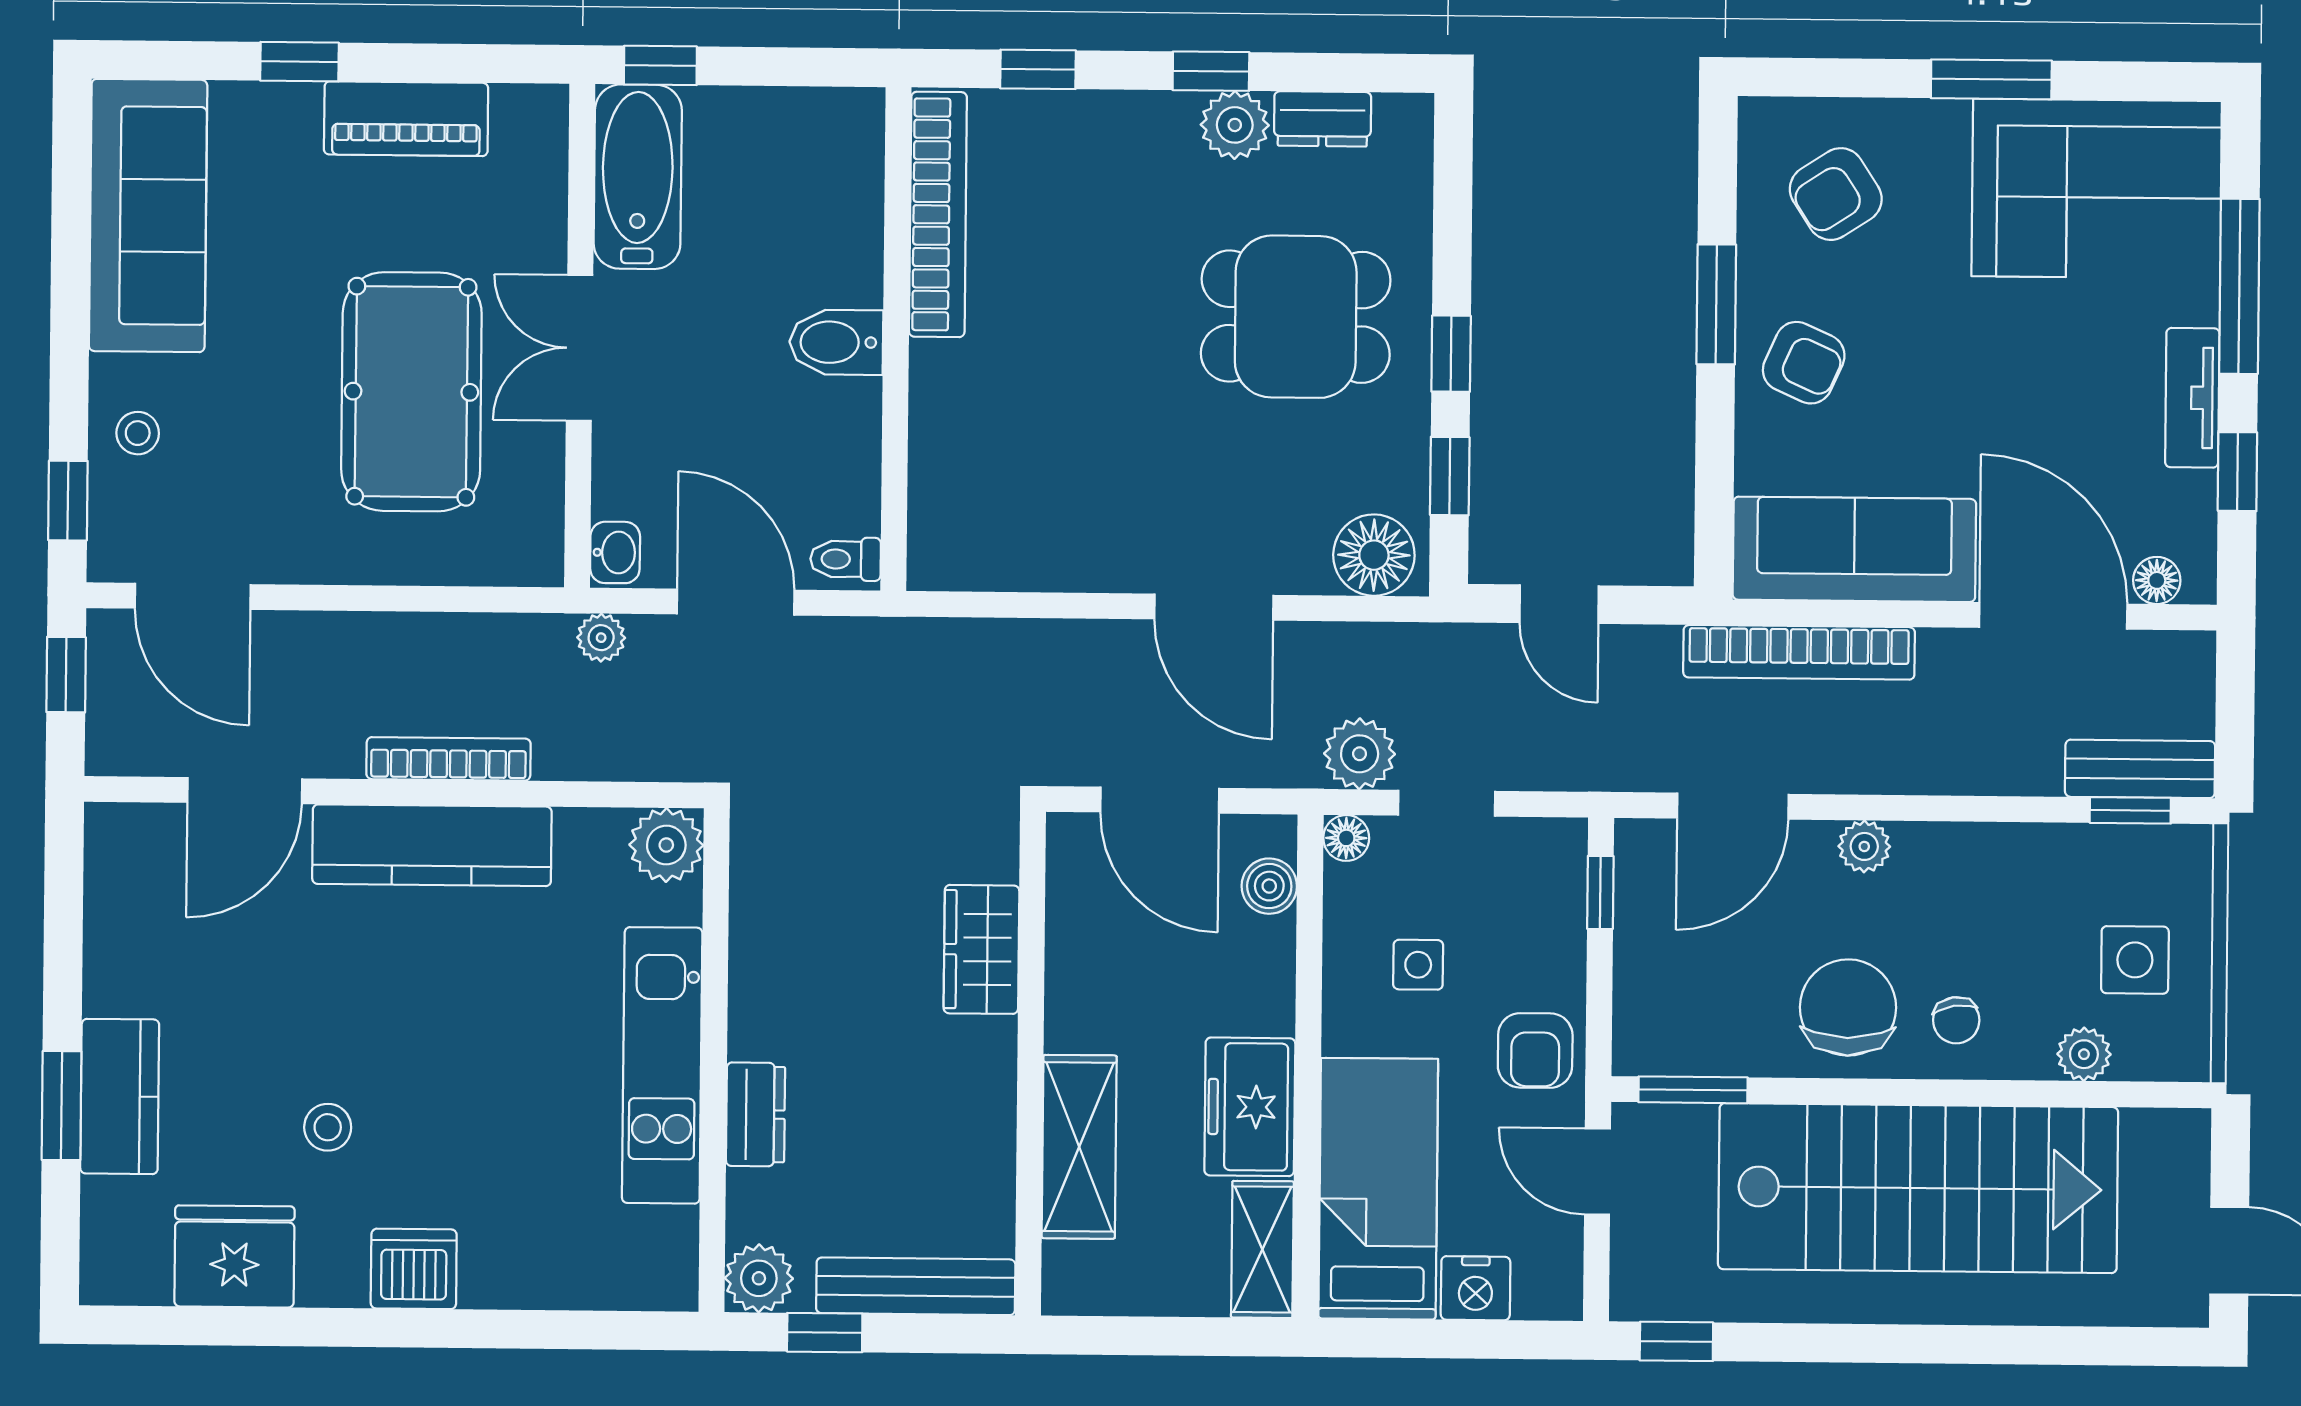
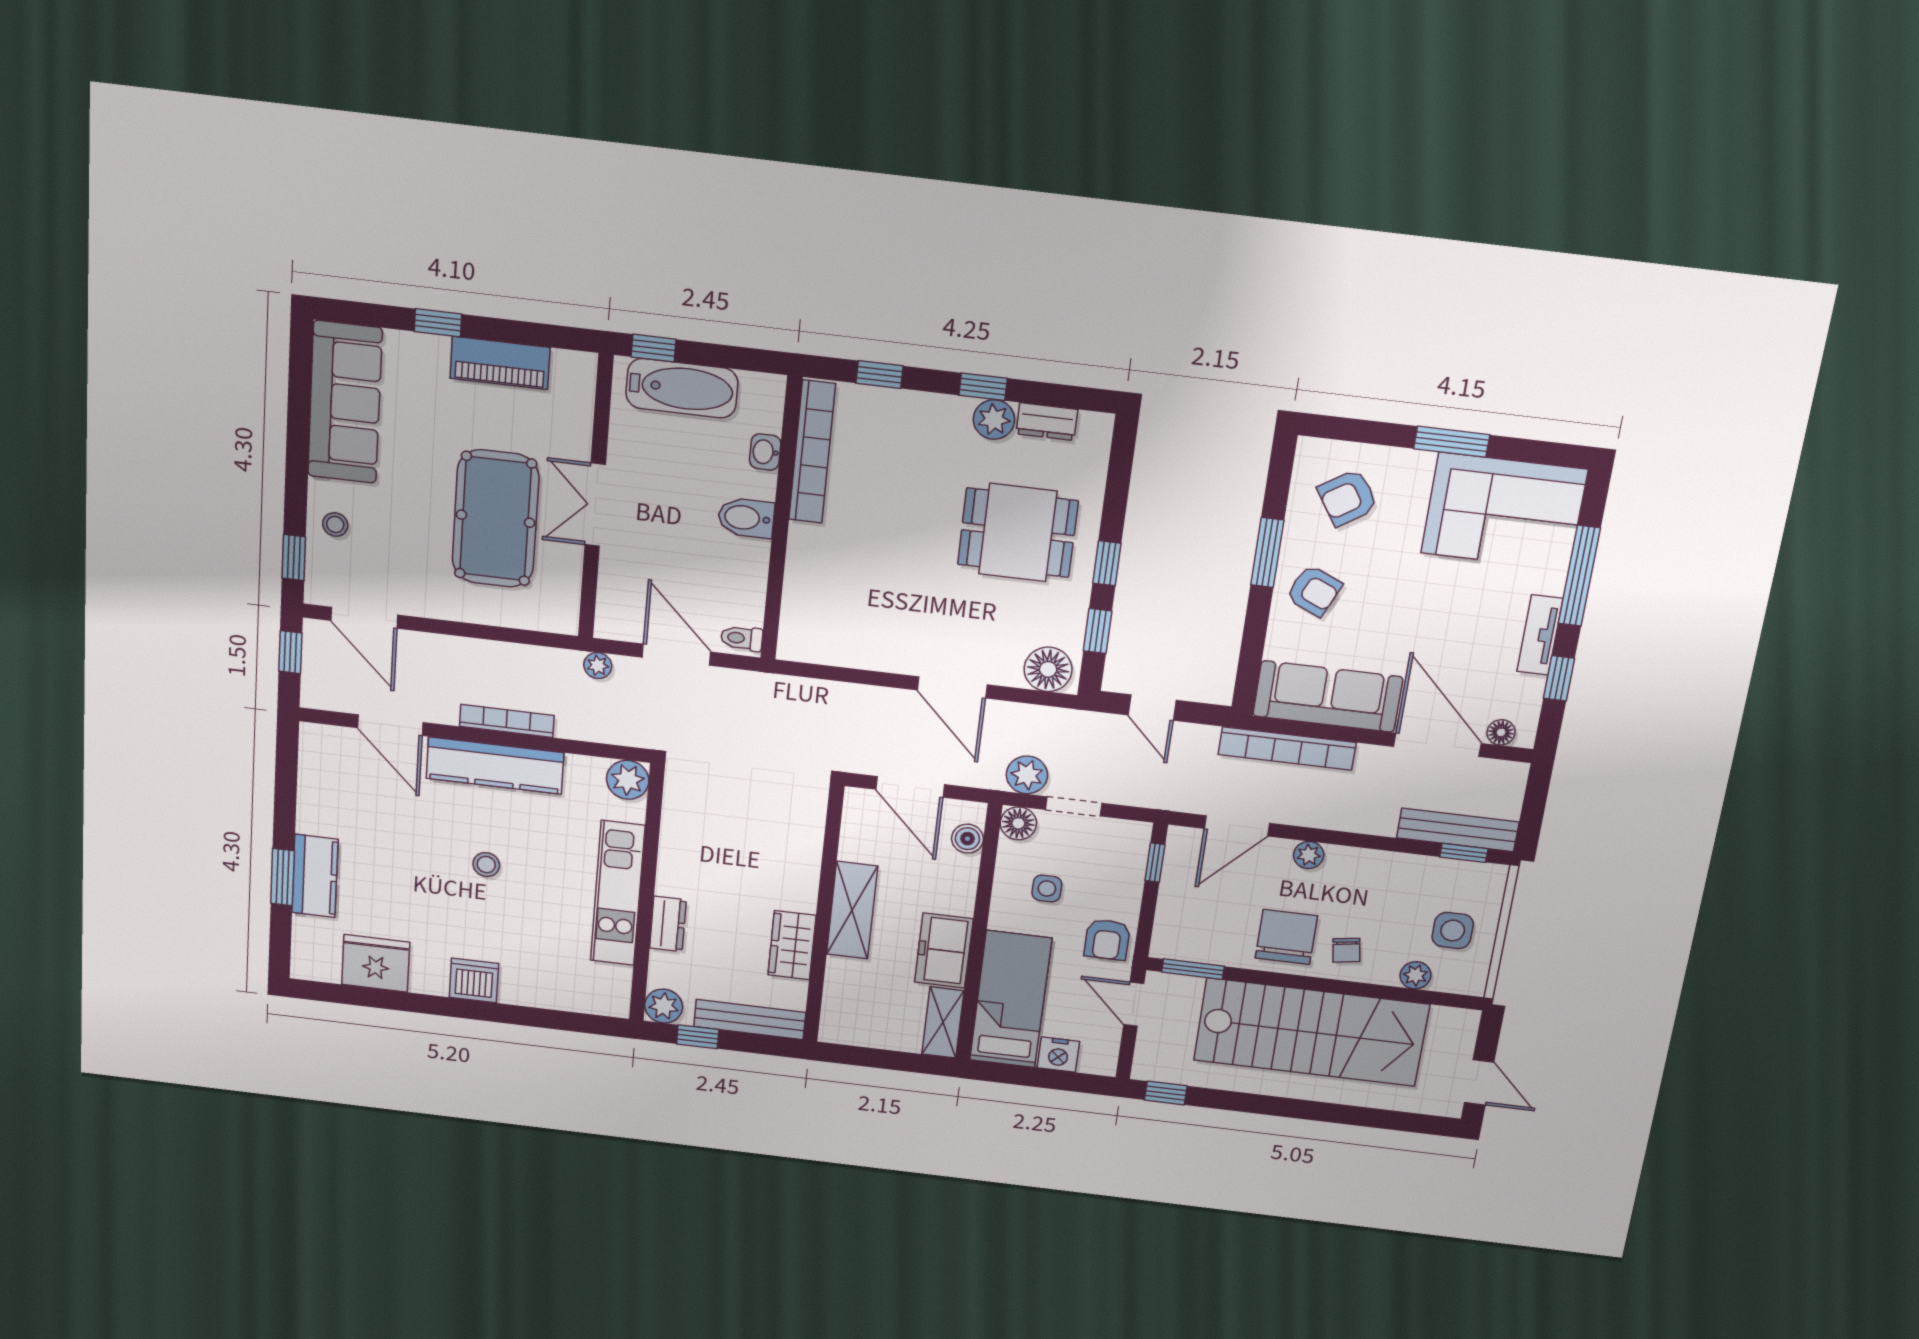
bathtub: (638, 177) -> (682, 388), moved, turned 90
washbasin: (615, 552) -> (765, 452), moved, turned 180
bench: (2140, 769) -> (1458, 830), width x1.36
door: (245, 791) -> (390, 725), hinge flipped
floor lamp: (1346, 838) -> (1018, 823), width x1.37, depth x1.37
wardrobe: (981, 949) -> (792, 945), moved
stool: (328, 1127) -> (486, 865), moved
shelving: (1079, 1147) -> (852, 910), moved

